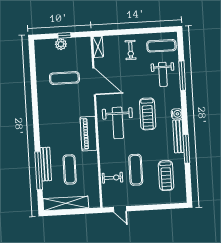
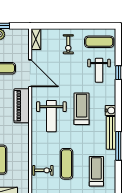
window: (182, 76) -> (118, 73), width x0.46
treadmill: (148, 114) -> (82, 109), turned 180
piano: (89, 134) -> (22, 106), moved
treadmill: (166, 176) -> (96, 171), turned 180

